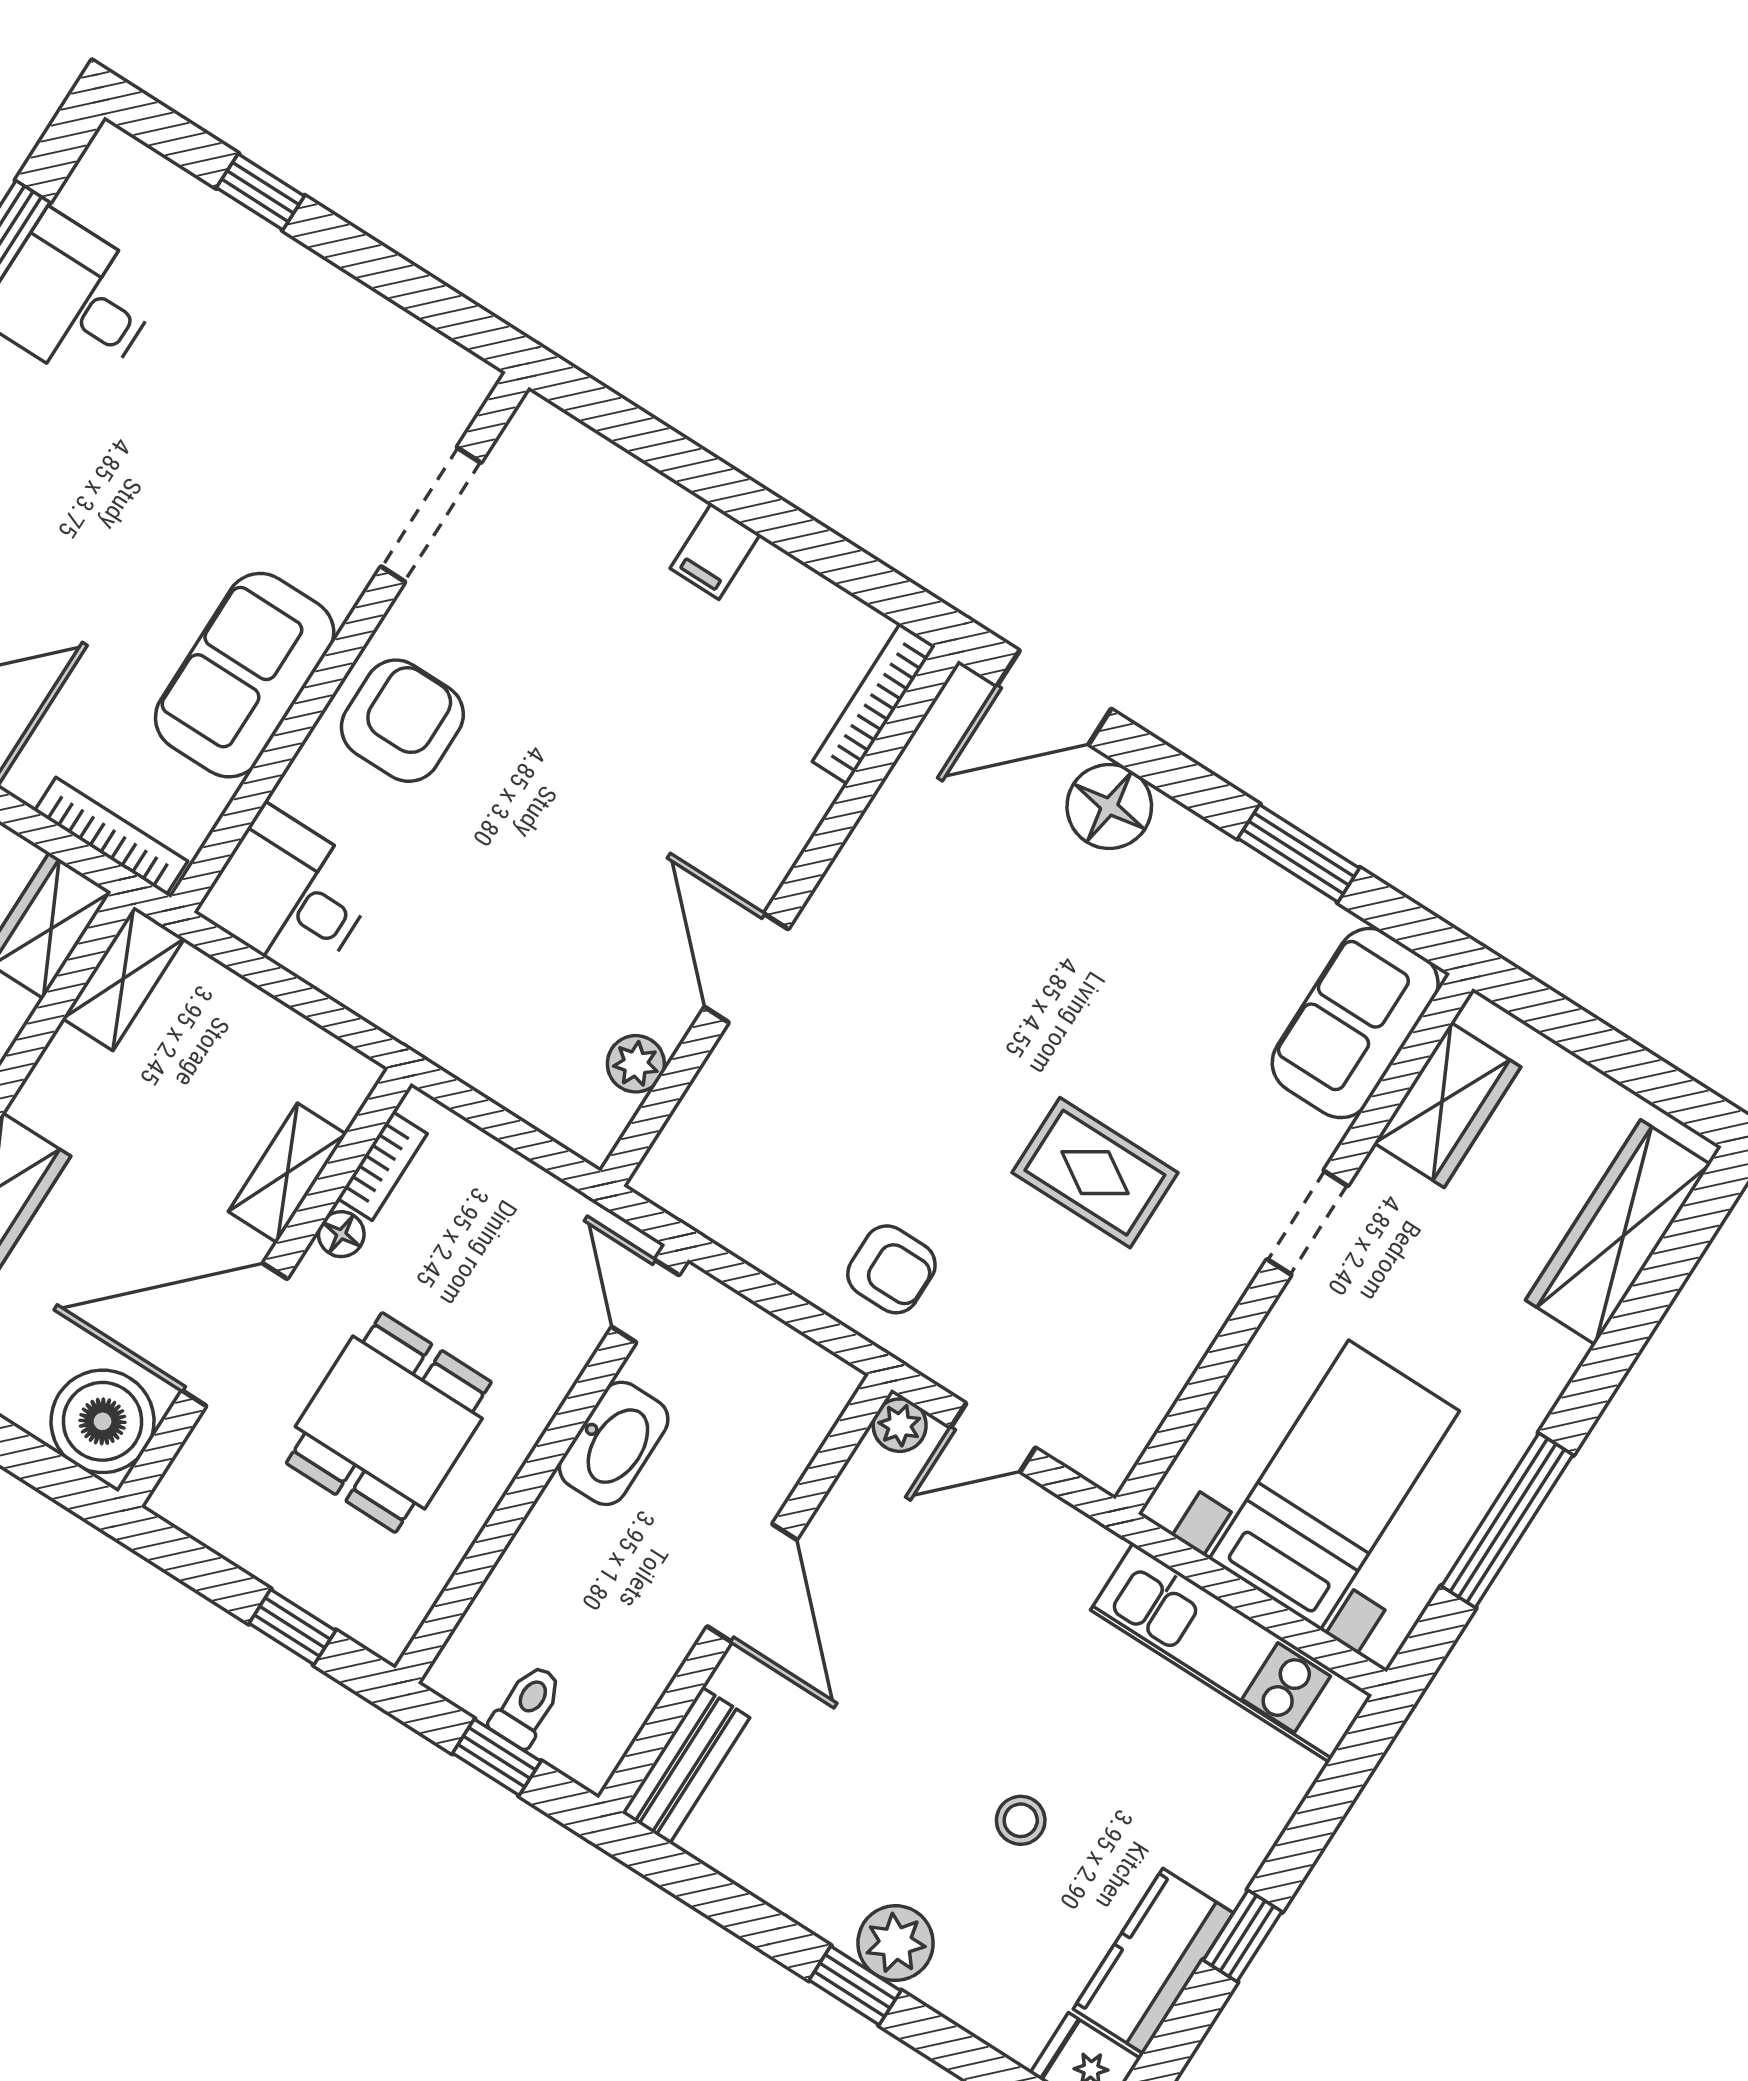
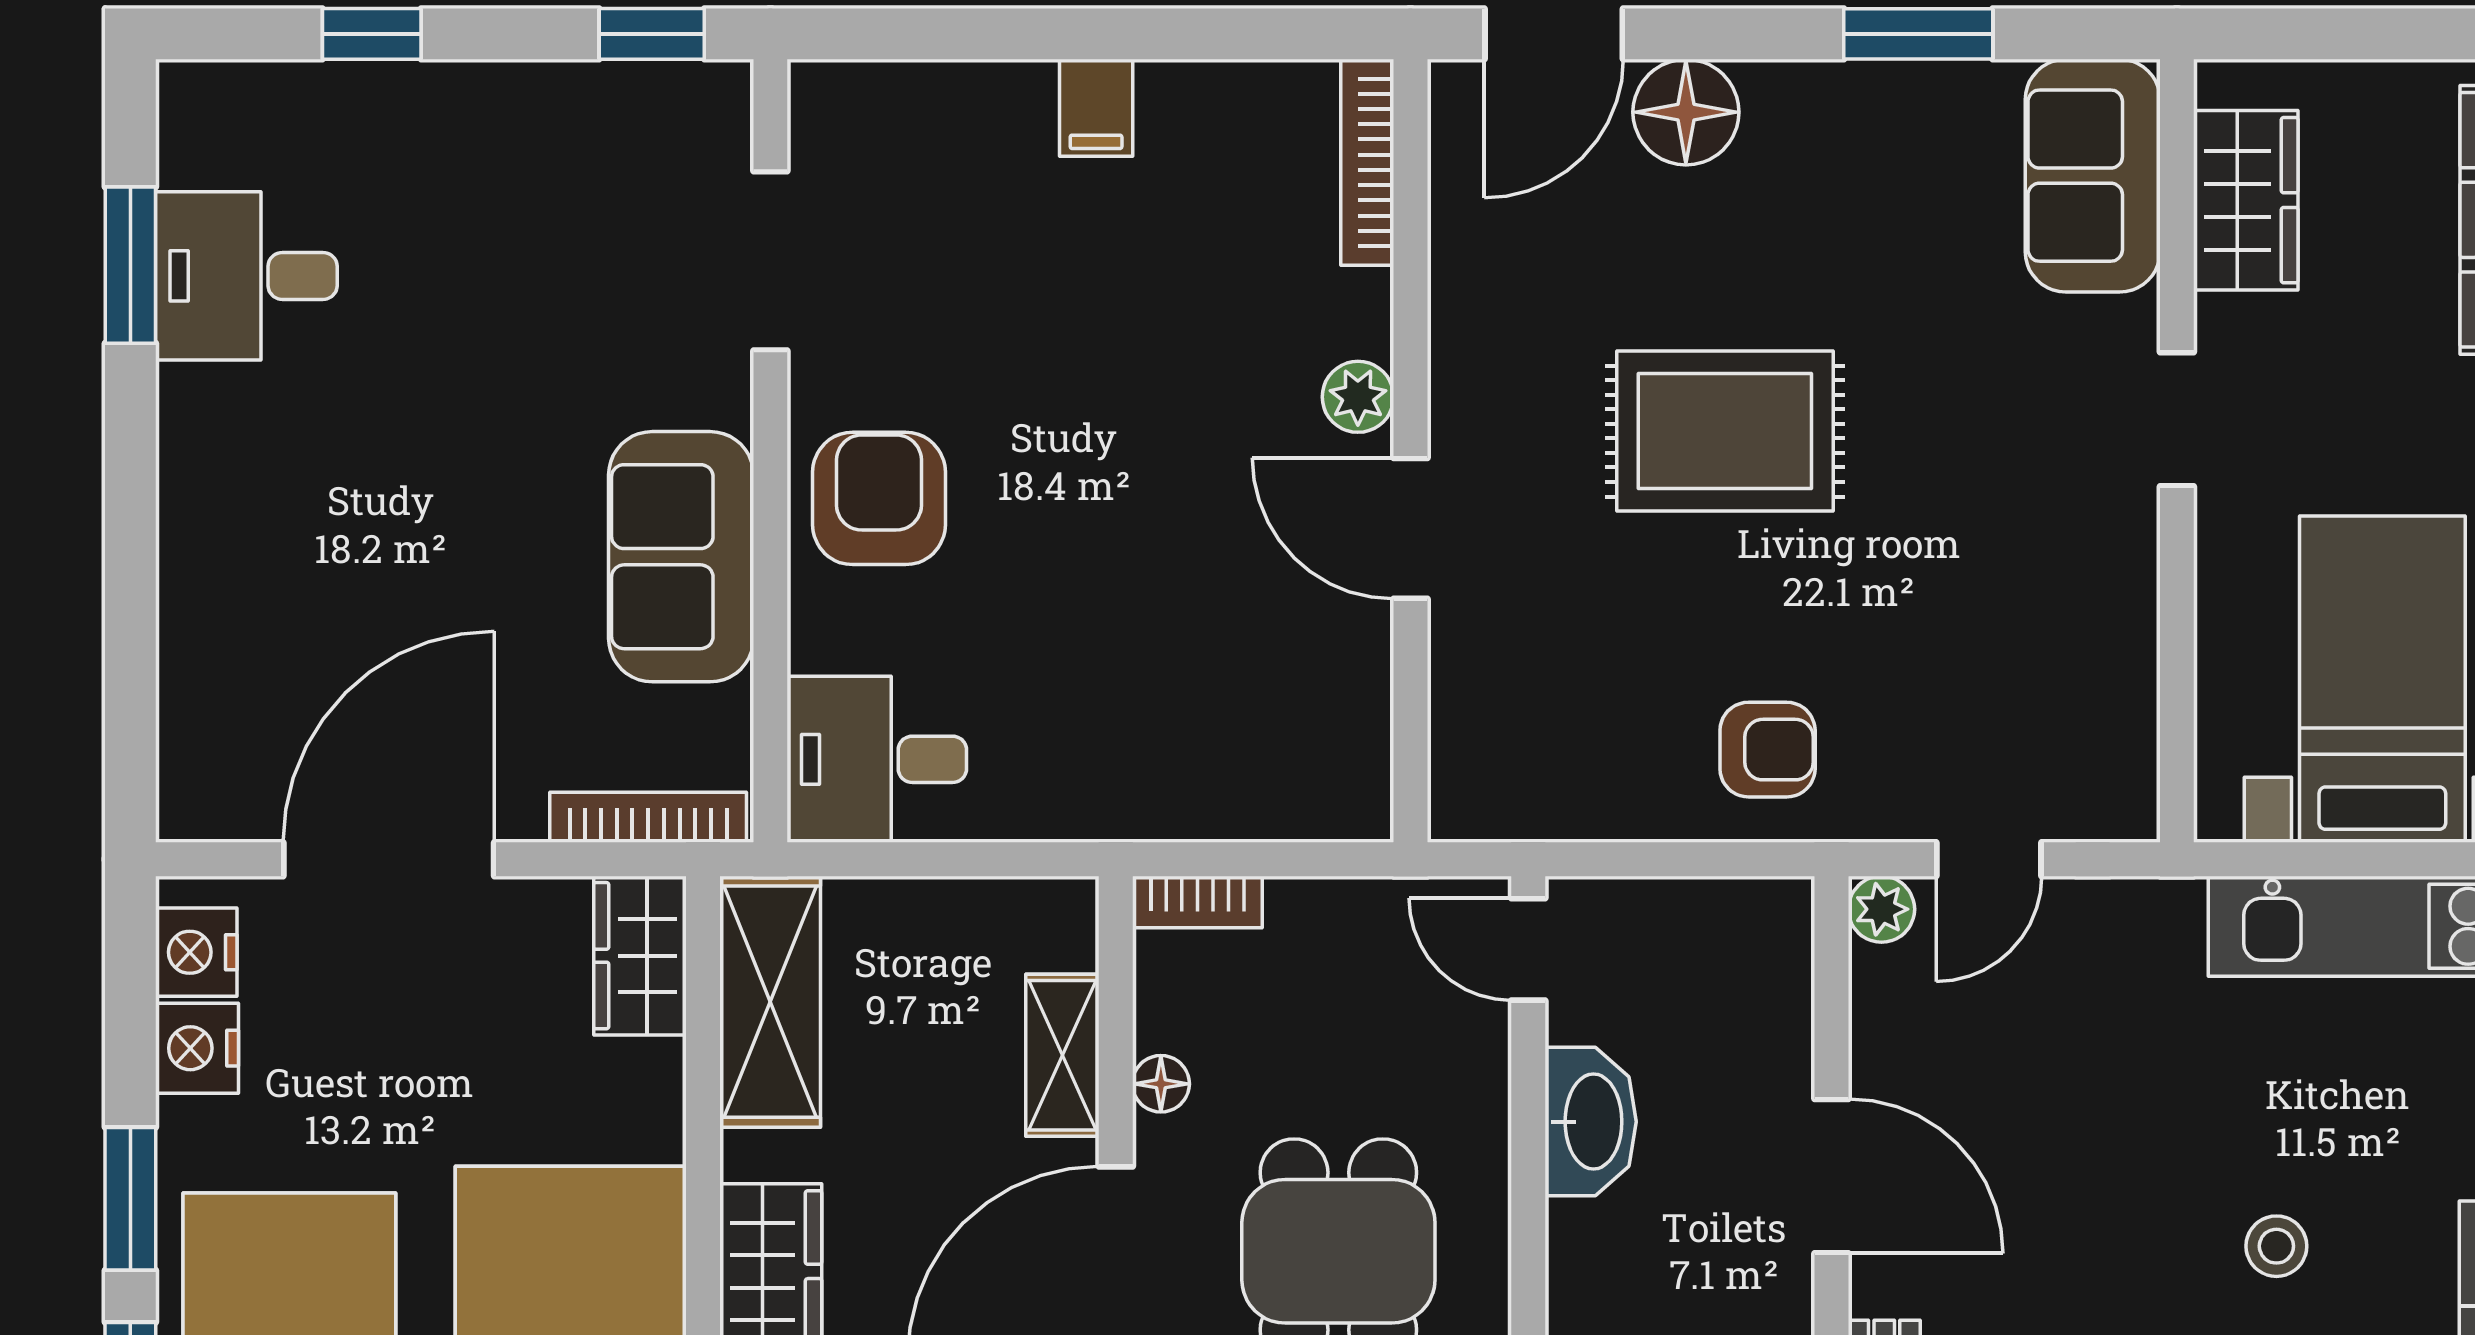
window: (448, 312) -> (652, 34), added
shelving: (123, 978) -> (770, 1002), width x1.50, depth x1.33
plant: (636, 1064) -> (1358, 397), moved
bookcase: (382, 1166) -> (1197, 902), moved, turned 90
rug: (1095, 1173) -> (1725, 431), moved, width x1.36, depth x1.43

